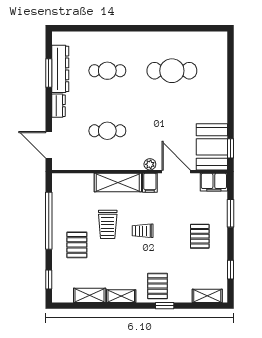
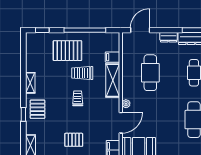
cafe table: (107, 131) -> (150, 73), width x1.37, depth x1.35
filing cabinet: (150, 183) -> (113, 57), moved
pallet: (77, 245) -> (67, 51), width x1.50, depth x1.42
pallet: (158, 286) -> (37, 109), turned 90
shelving: (90, 295) -> (31, 60), removed

